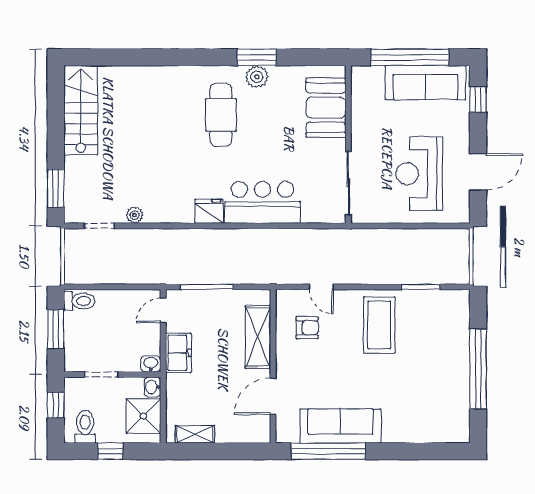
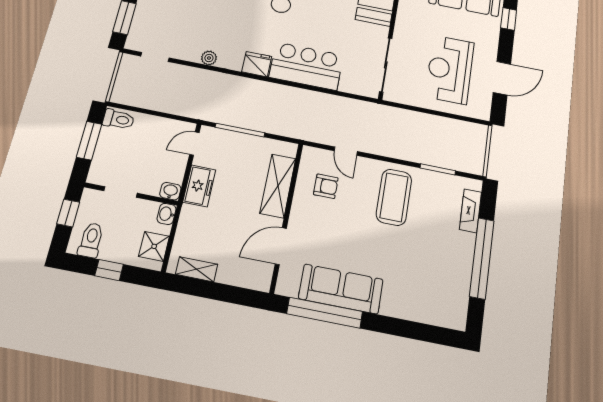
plant: (135, 215) -> (209, 58), moved
fireplace: (461, 323) -> (471, 211), added
shower: (143, 416) -> (154, 246), width x0.73, depth x0.73

